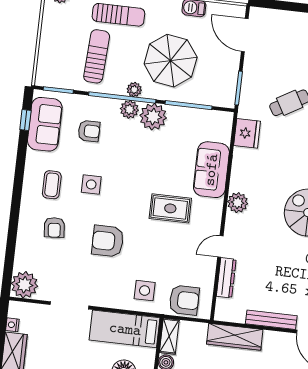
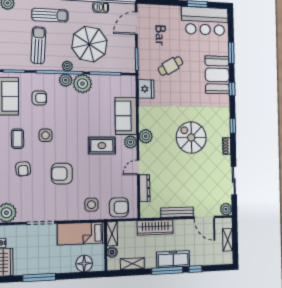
door: (245, 35) -> (136, 23), hinge flipped
plant: (213, 208) -> (130, 142), added

